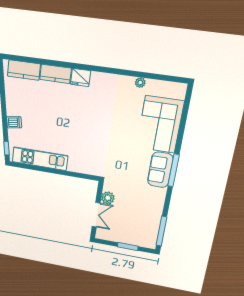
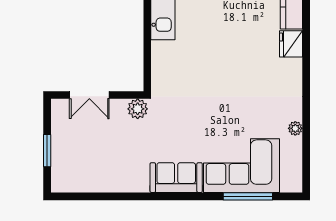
window: (174, 170) -> (248, 196), moved
plant: (108, 198) -> (138, 109), moved
window: (161, 231) -> (82, 196), removed

